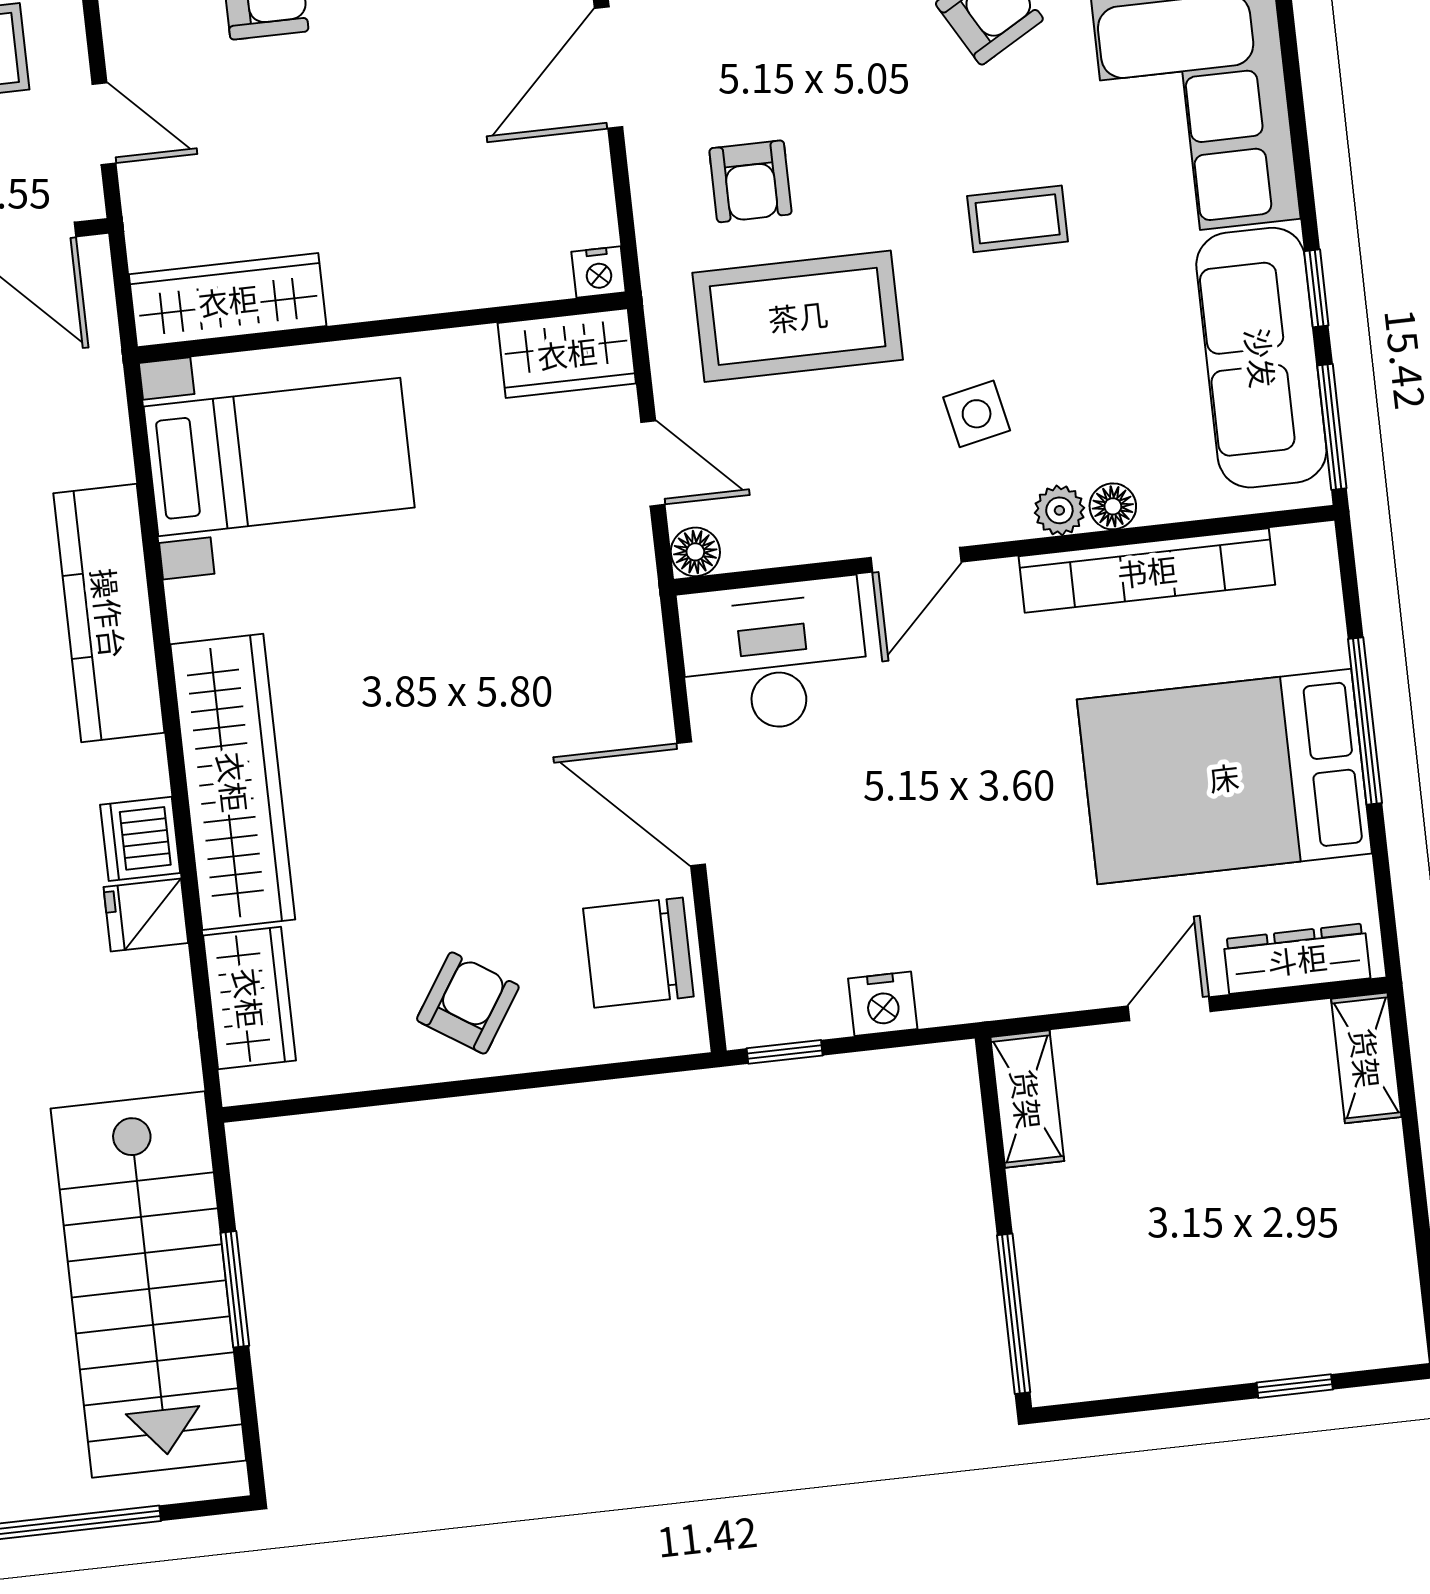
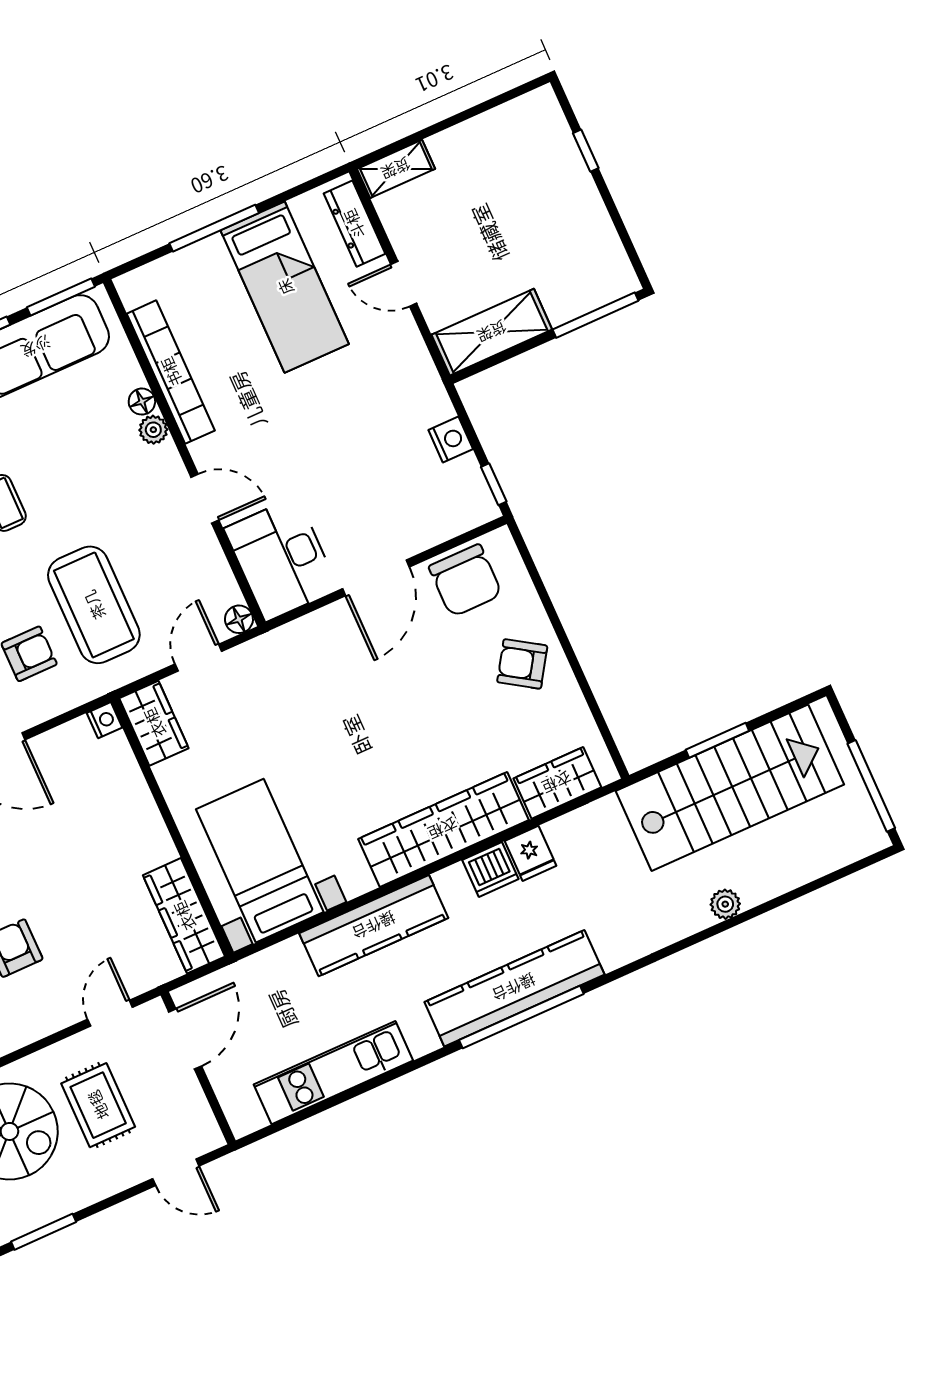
side table: (977, 414) -> (116, 491), removed
bed: (1224, 777) -> (285, 287), width x0.67
shelving: (1027, 1099) -> (492, 332), width x1.50, depth x1.33

